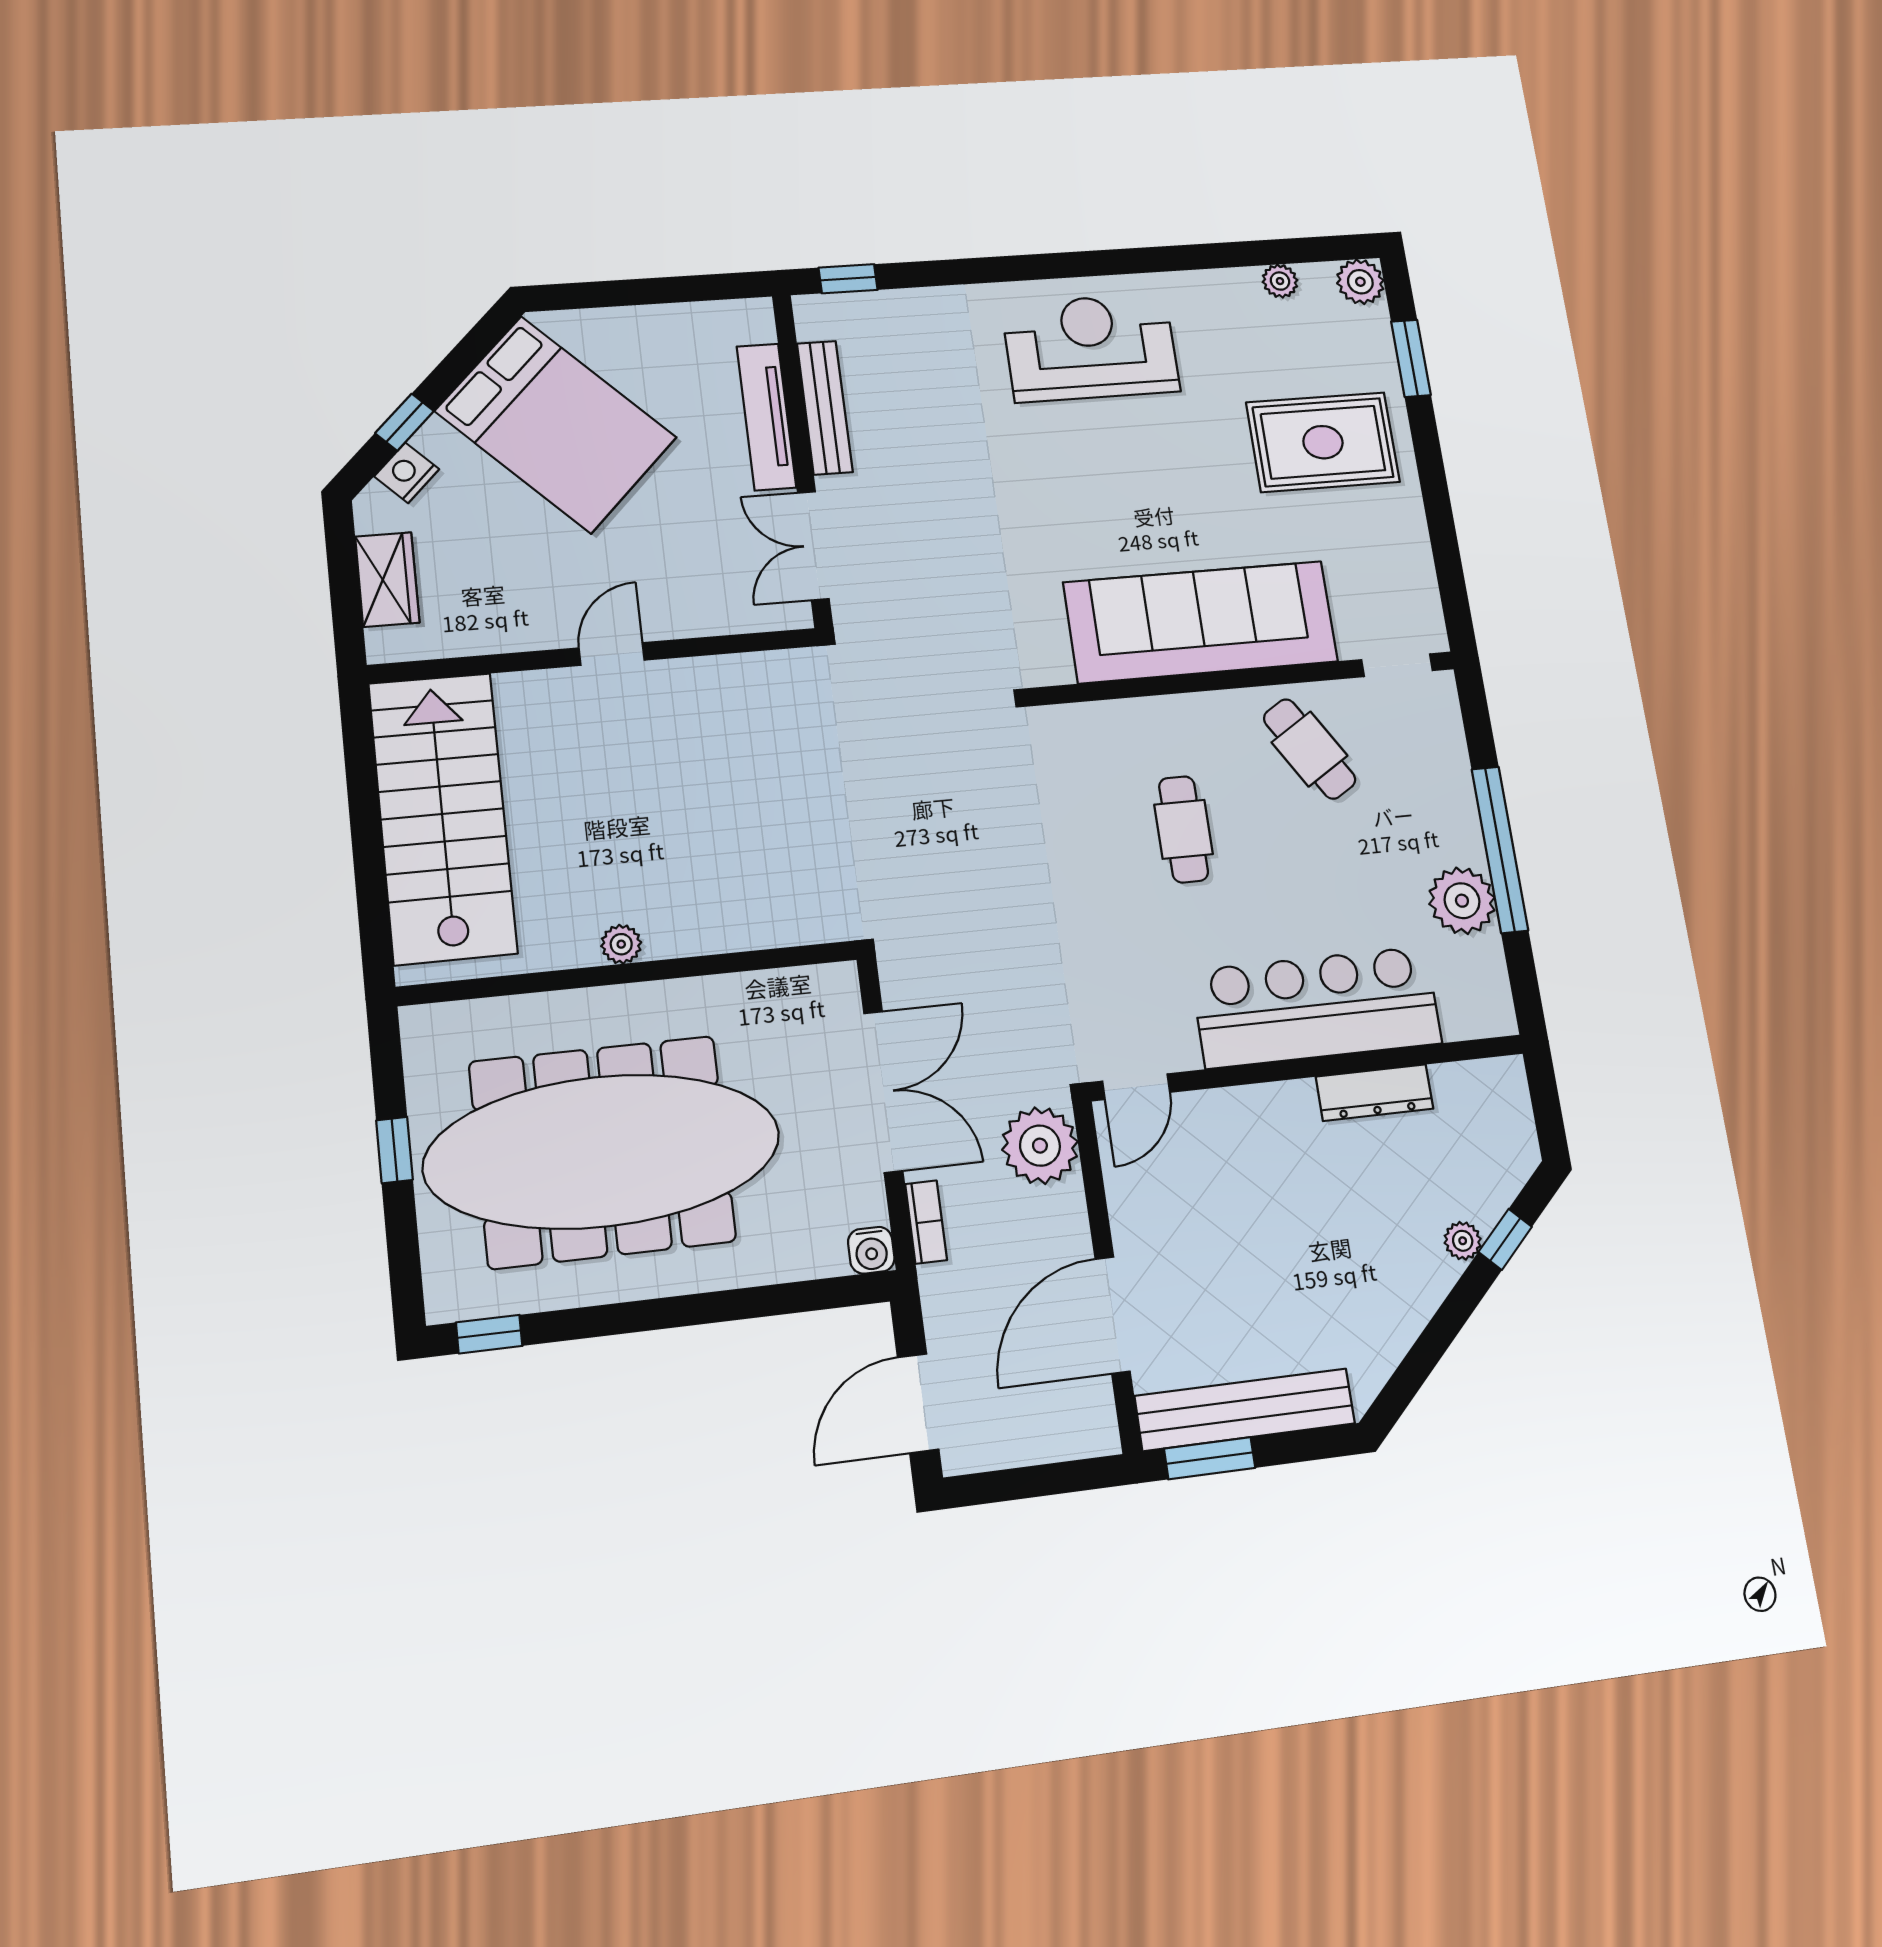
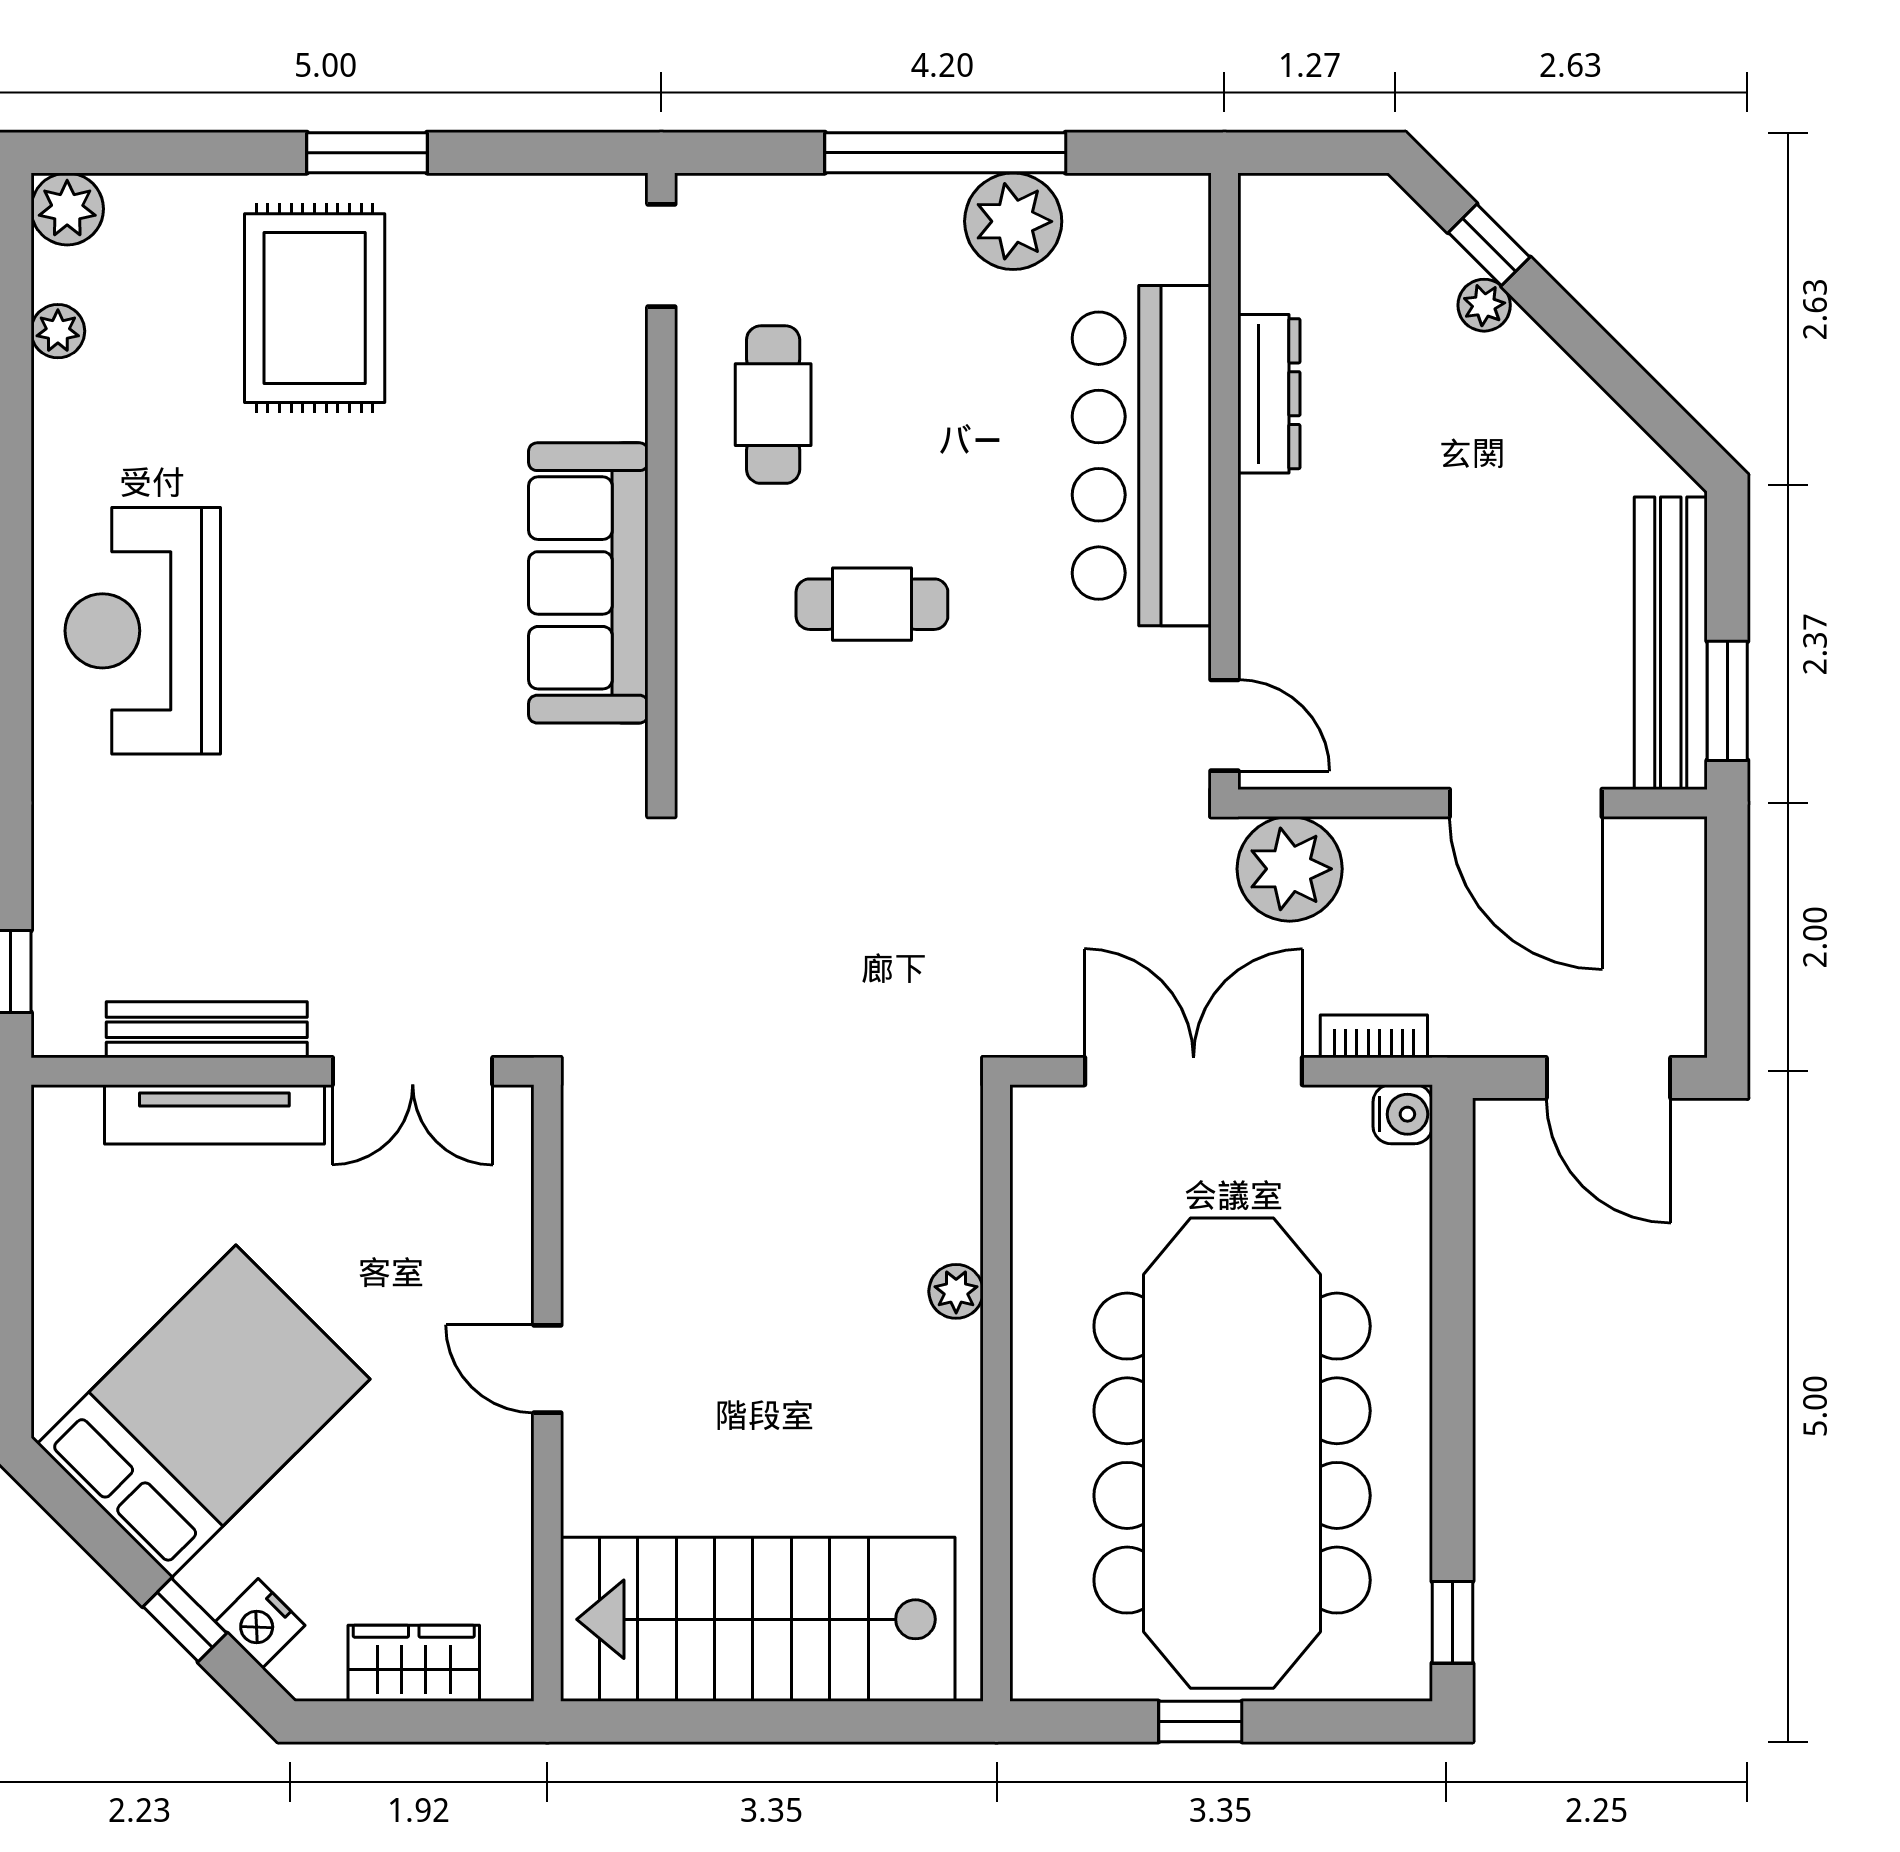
window: (1411, 358) -> (367, 153), moved
sofa: (1201, 622) -> (588, 583), width x0.74, depth x0.79
cafe table: (1310, 749) -> (773, 405), turned -58
plant: (621, 944) -> (956, 1291), moved

